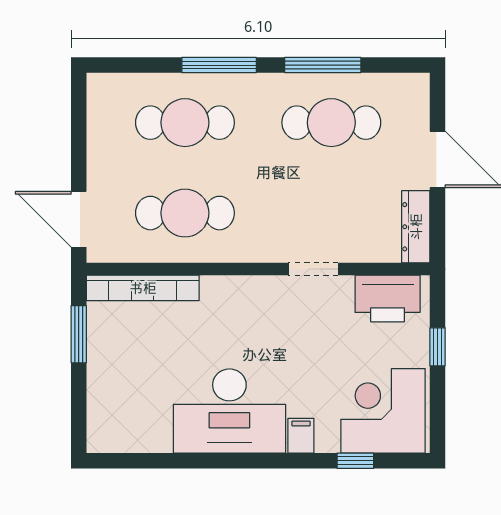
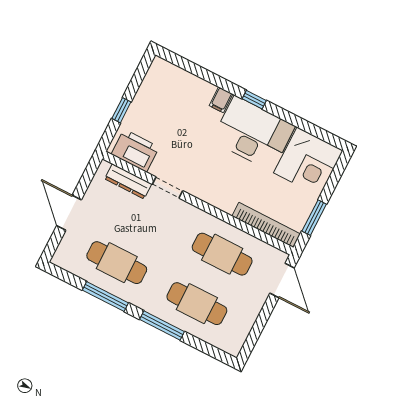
dresser: (416, 227) -> (128, 181), moved, turned 90
corner desk: (383, 411) -> (308, 162), moved
window: (355, 461) -> (254, 100), moved

